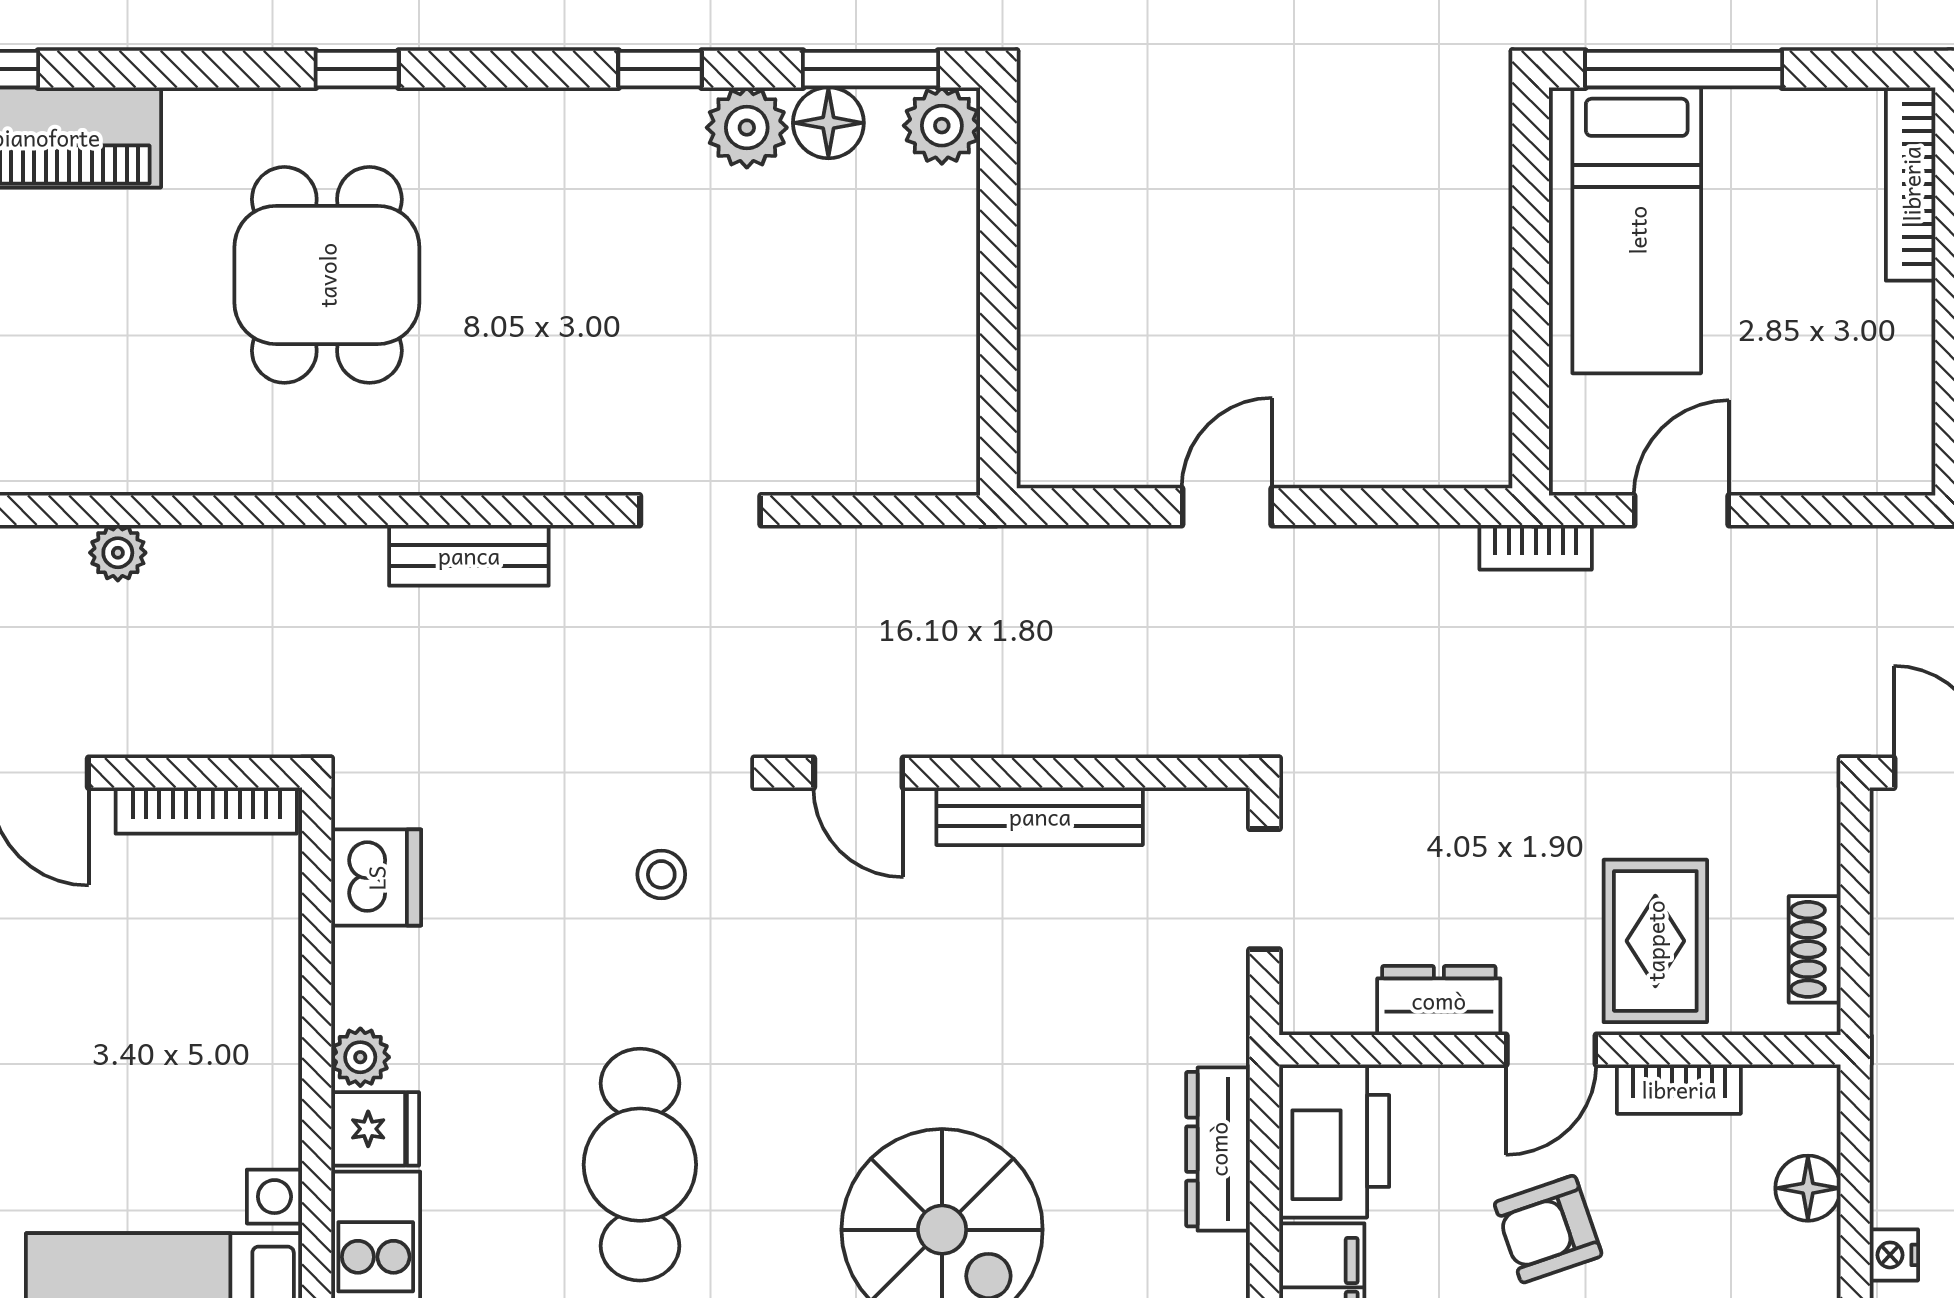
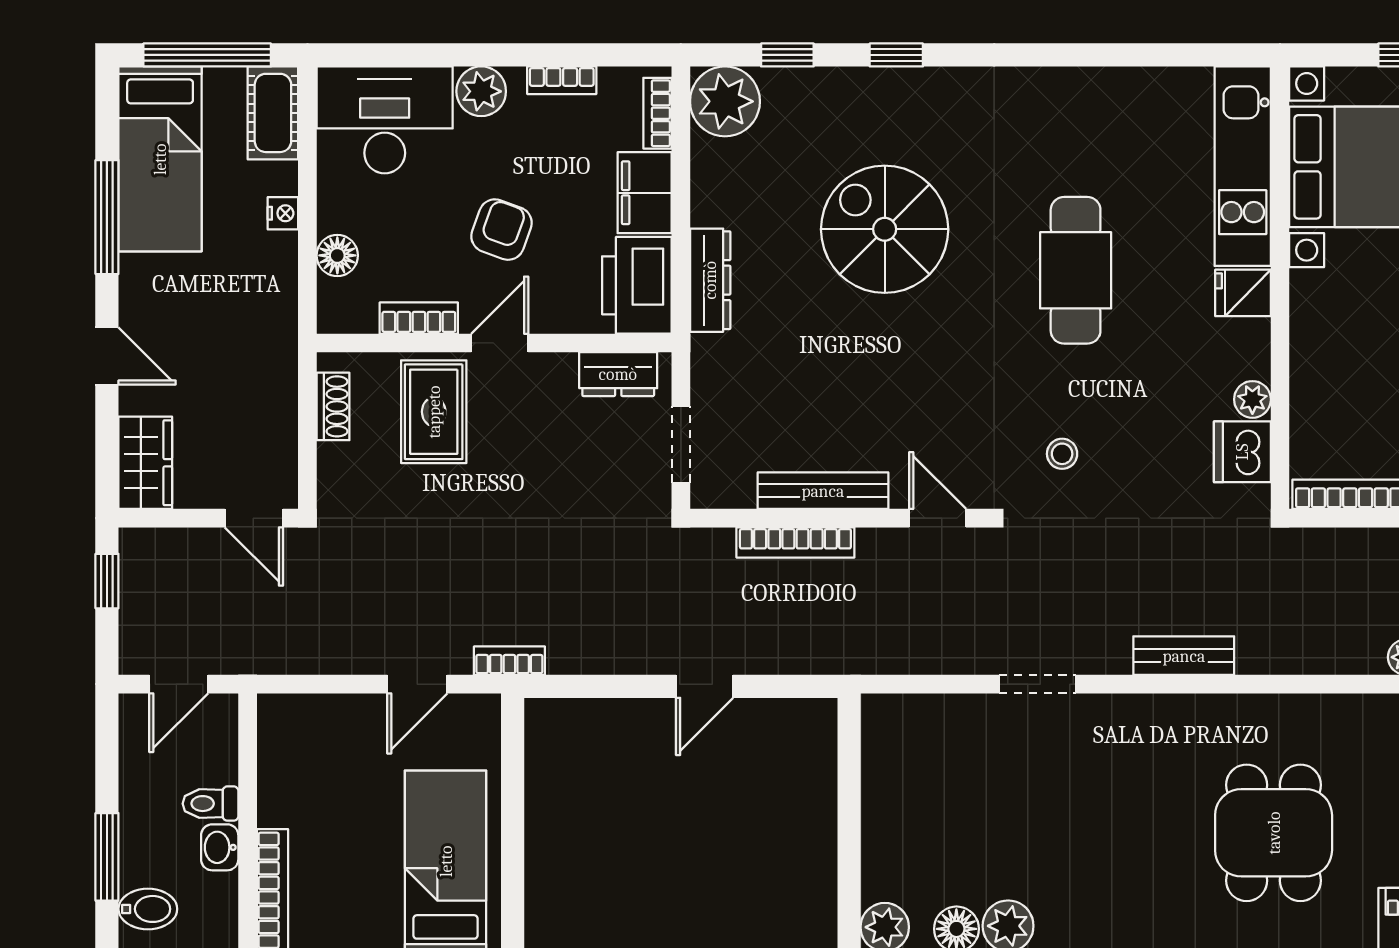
bookcase: (1083, 734) -> (795, 542), added
dresser: (1439, 1000) -> (618, 374), moved
plant: (360, 1057) -> (1252, 399), moved
armchair: (1548, 1229) -> (502, 230), turned -51

